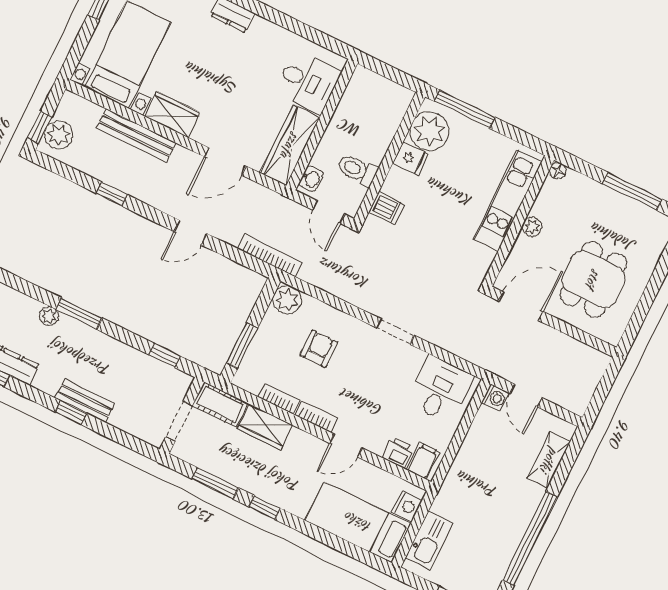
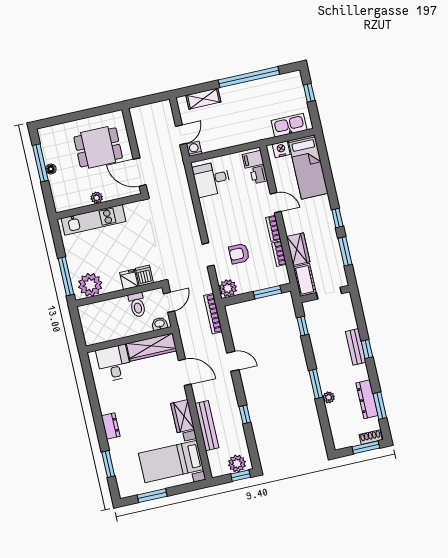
fridge: (410, 159) -> (129, 279), moved
floor lamp: (558, 171) -> (51, 169), moved
doorway: (395, 332) -> (208, 255), moved

